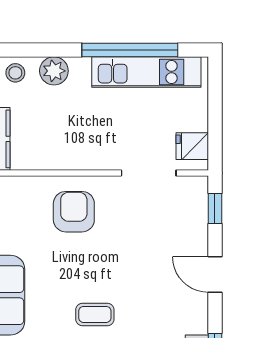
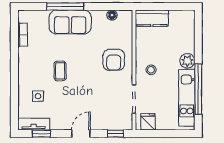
plant: (54, 71) -> (187, 61), moved
stool: (15, 73) -> (151, 70), moved
armchair: (74, 212) -> (114, 60), turned 90

